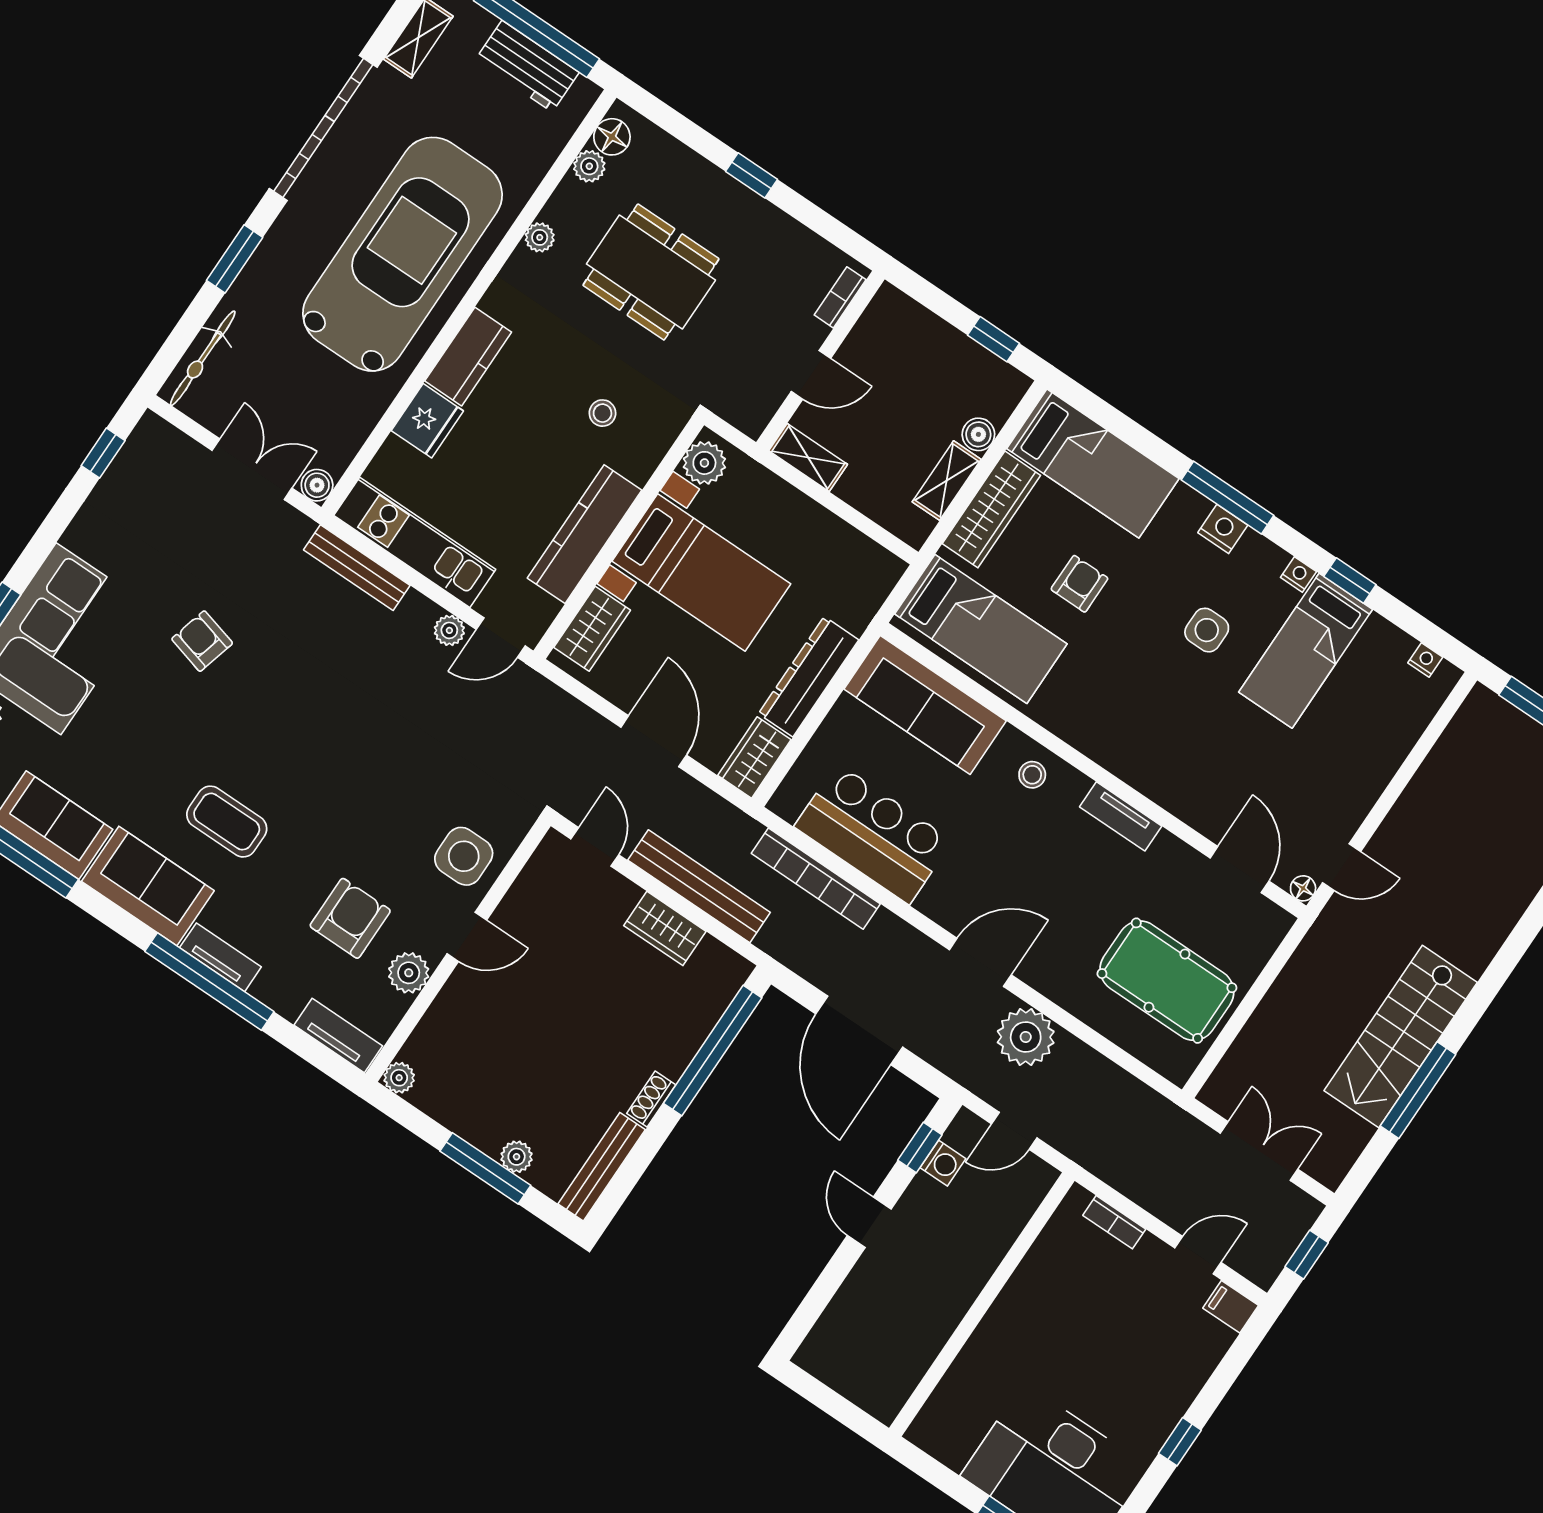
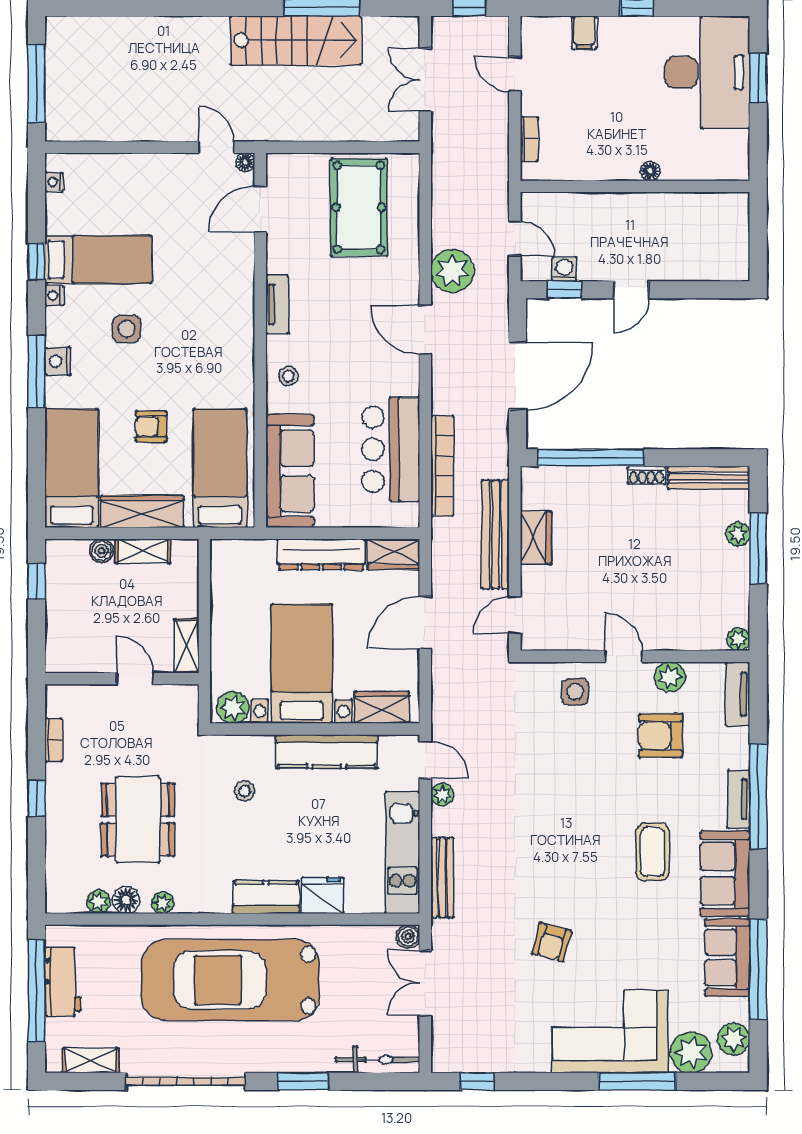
floor lamp: (612, 137) -> (126, 900), moved
bookcase: (840, 297) -> (54, 740), moved, turned -90
side table: (464, 856) -> (575, 692), width x0.73, depth x0.73
filing cabinet: (1231, 1307) -> (584, 32), moved
floor lamp: (987, 1333) -> (650, 171), added

